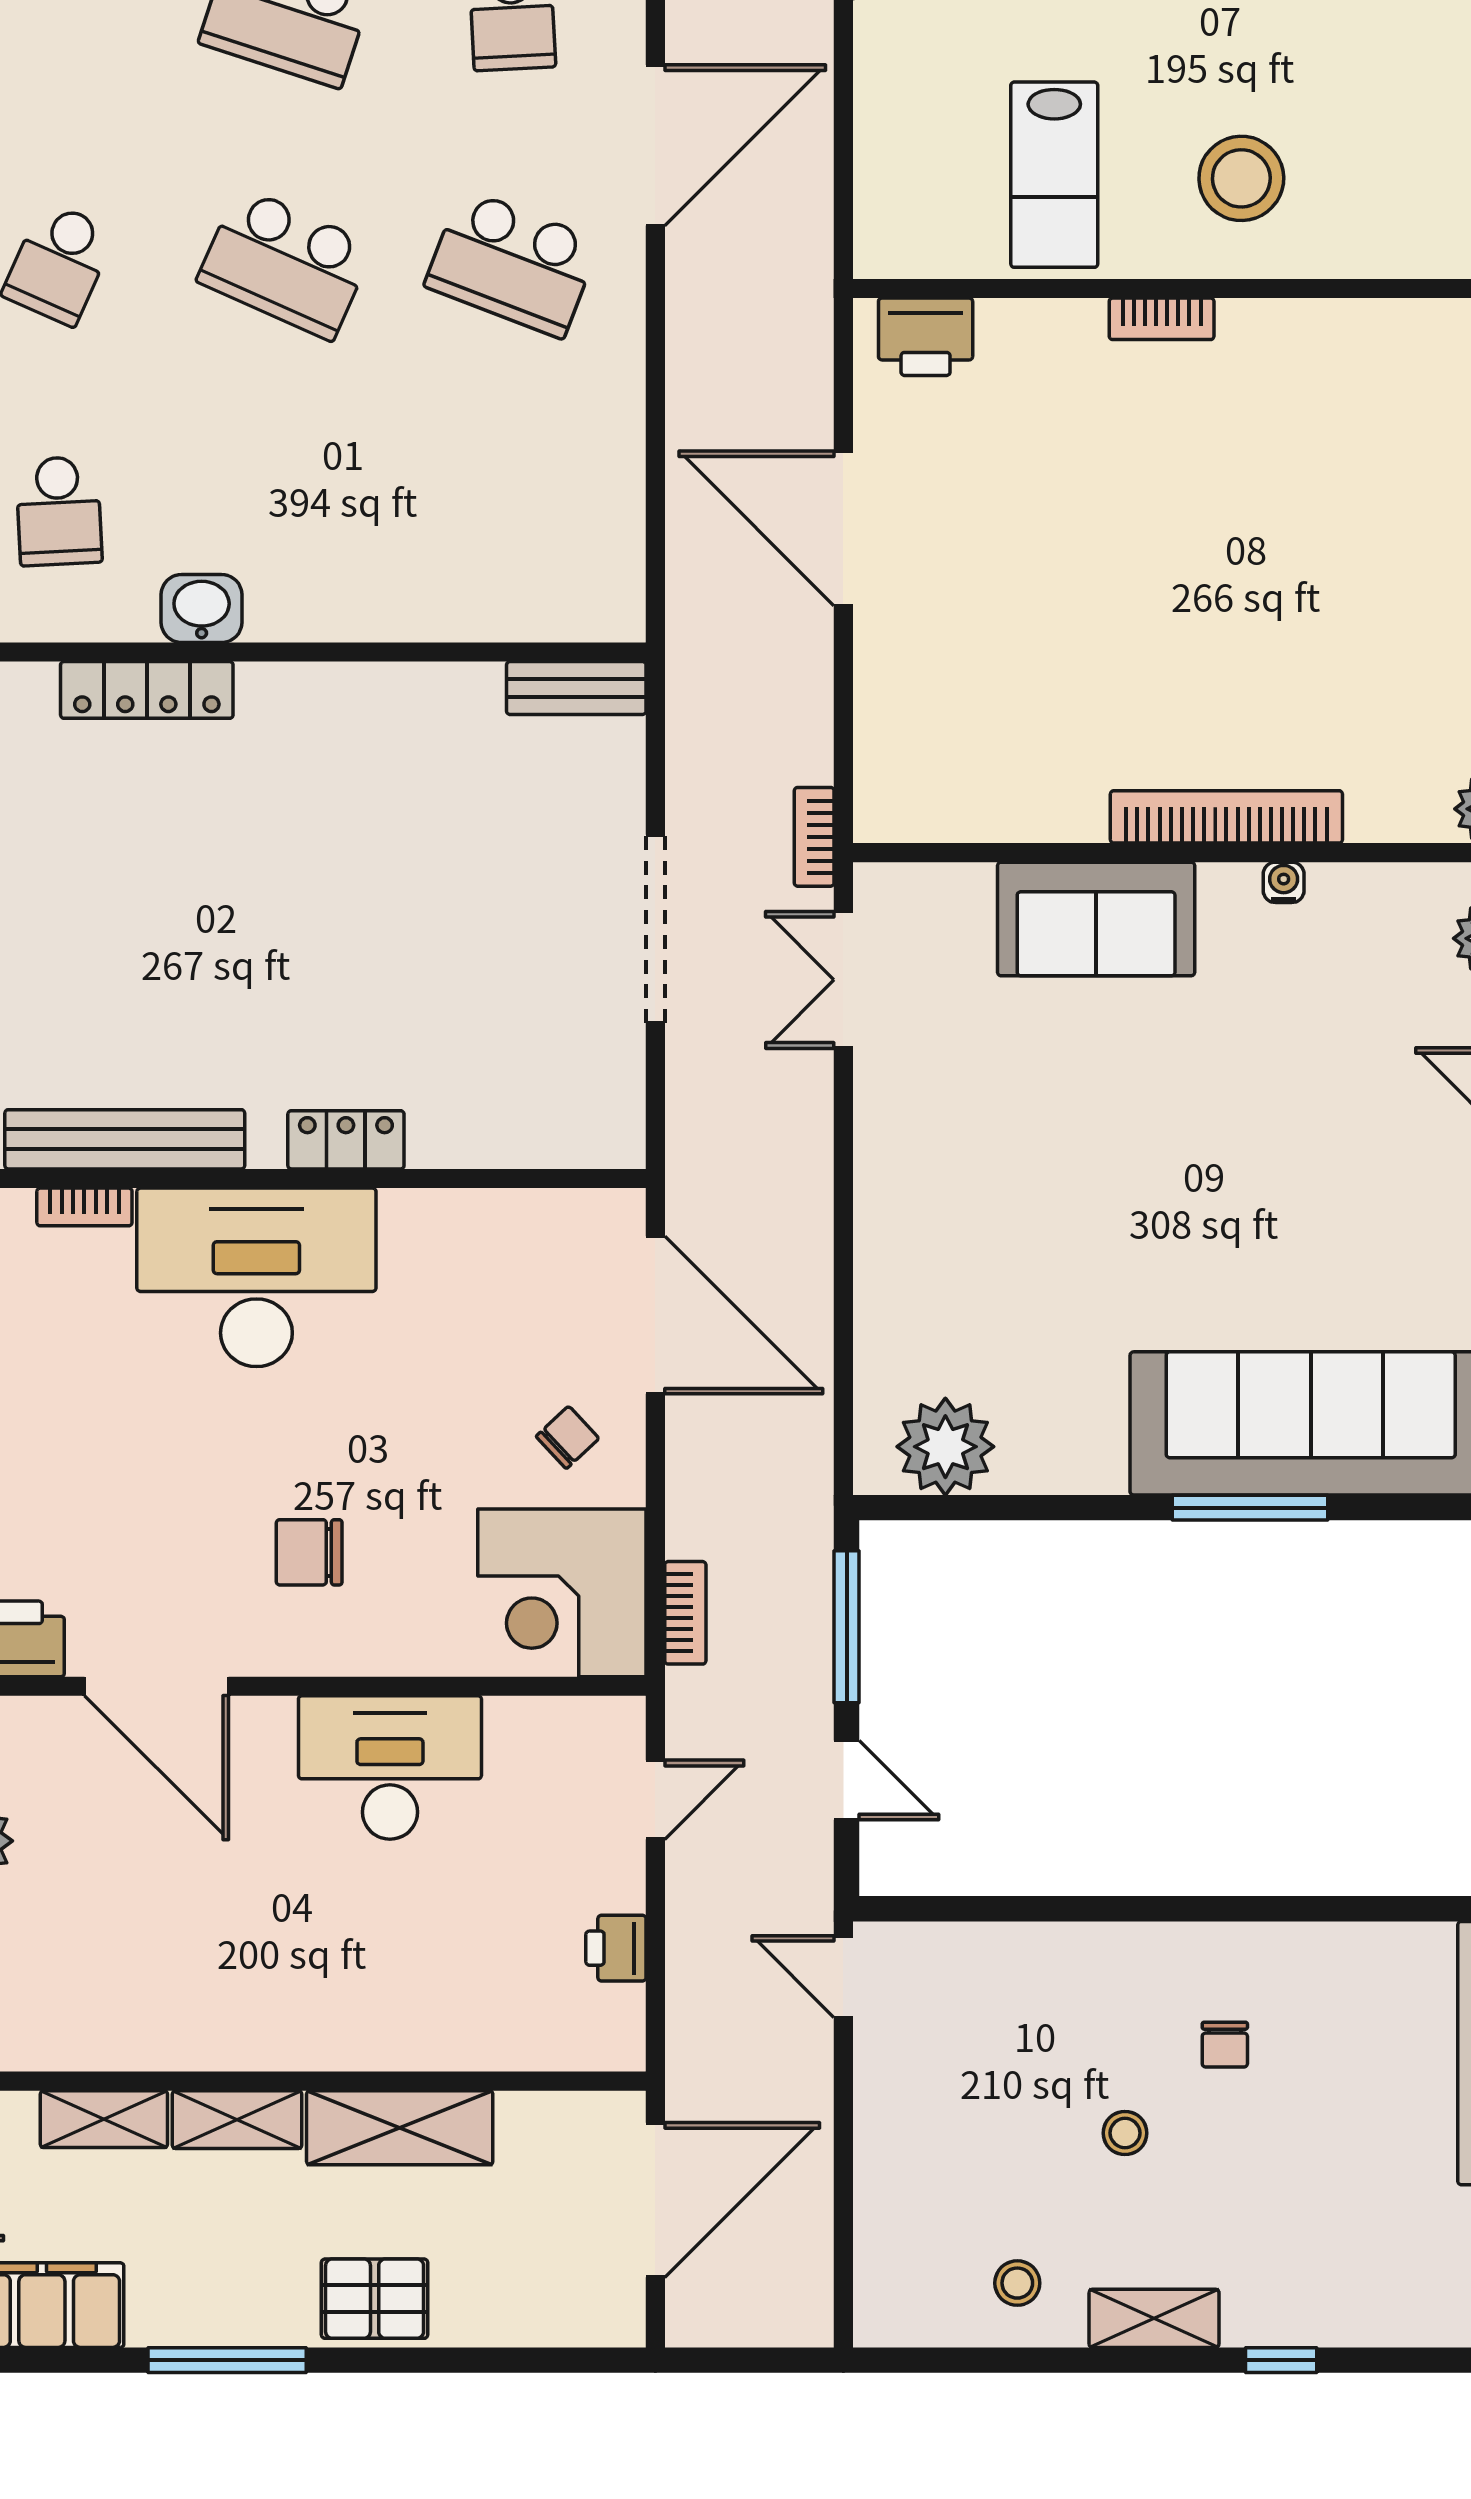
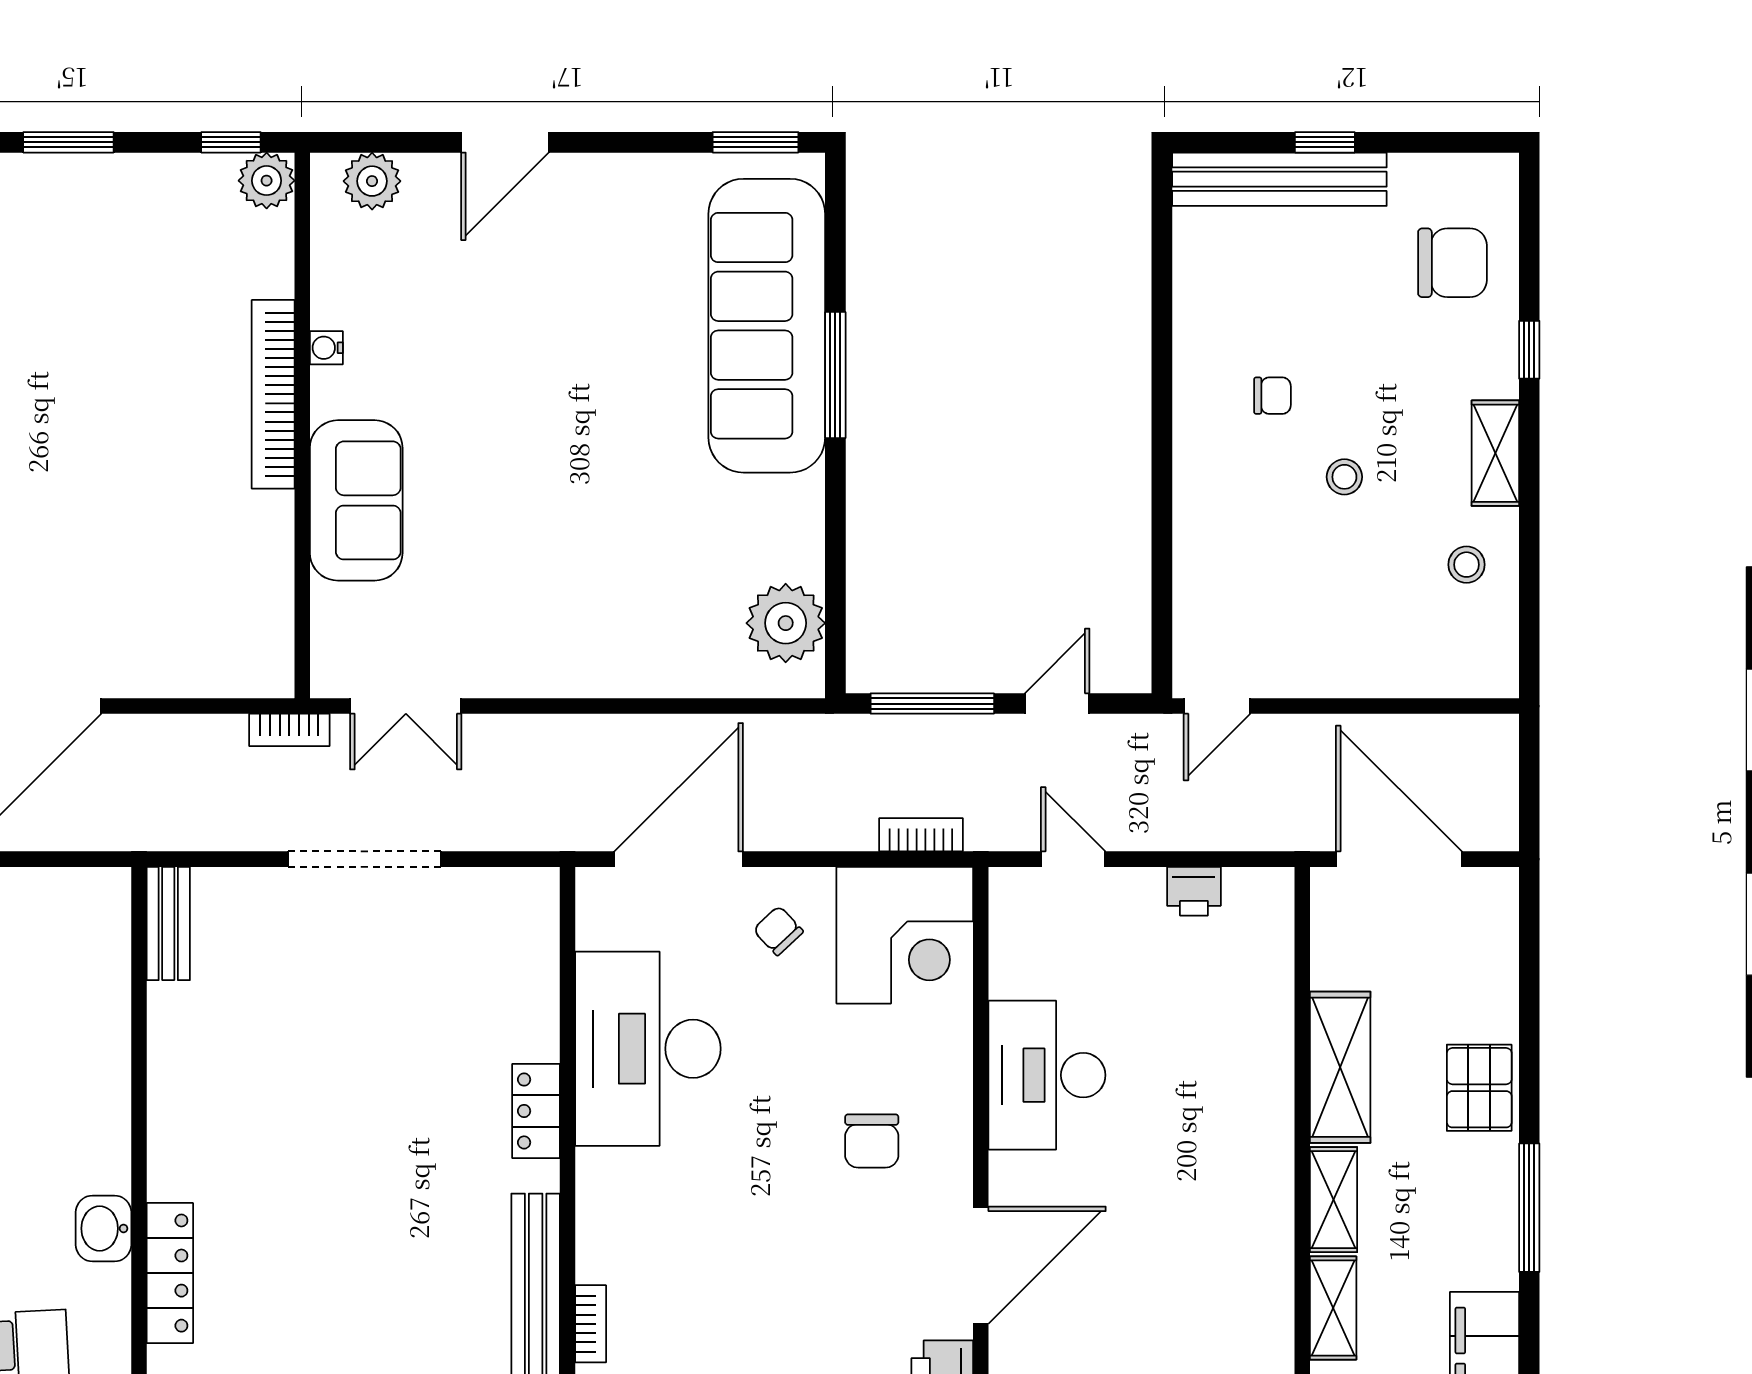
desk: (256, 1277) -> (648, 1049), moved
chair: (1388, 2266) -> (1452, 263), added

